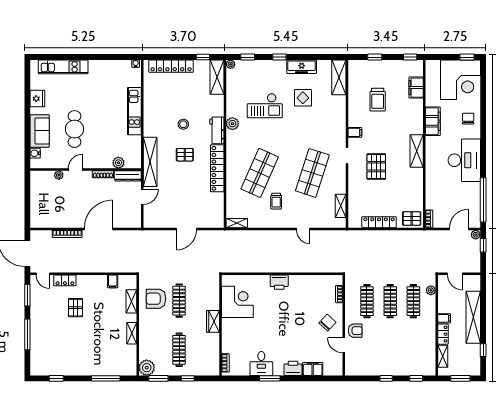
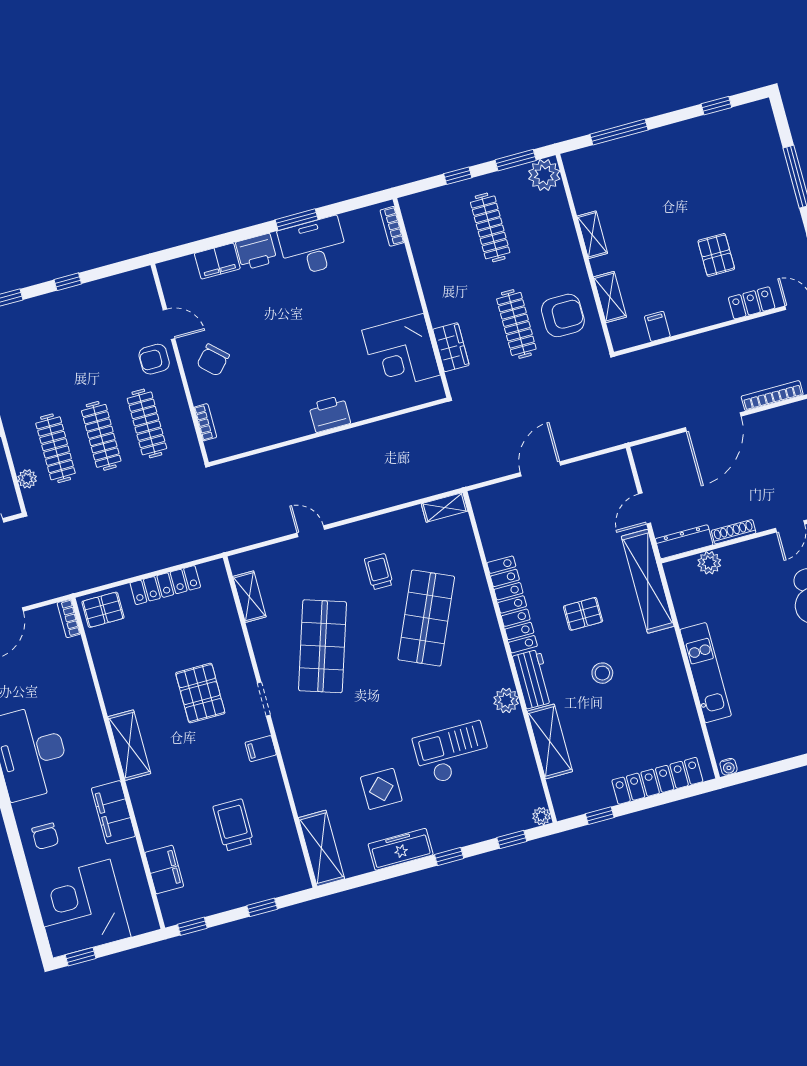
shelving: (217, 77) -> (550, 741), moved
wardrobe: (213, 321) -> (451, 347), moved
desk: (261, 364) -> (313, 247), width x1.37

